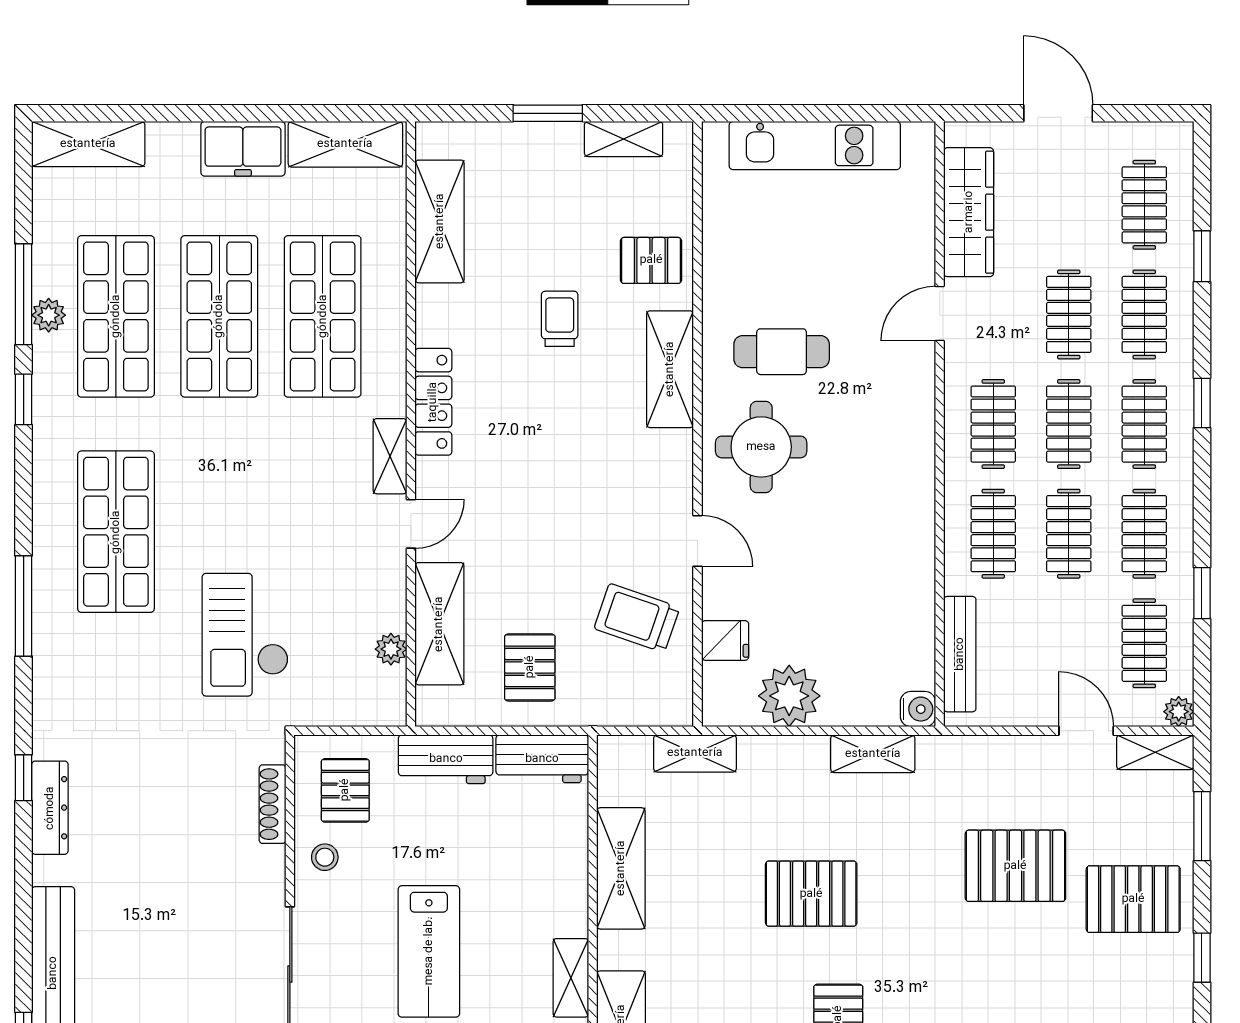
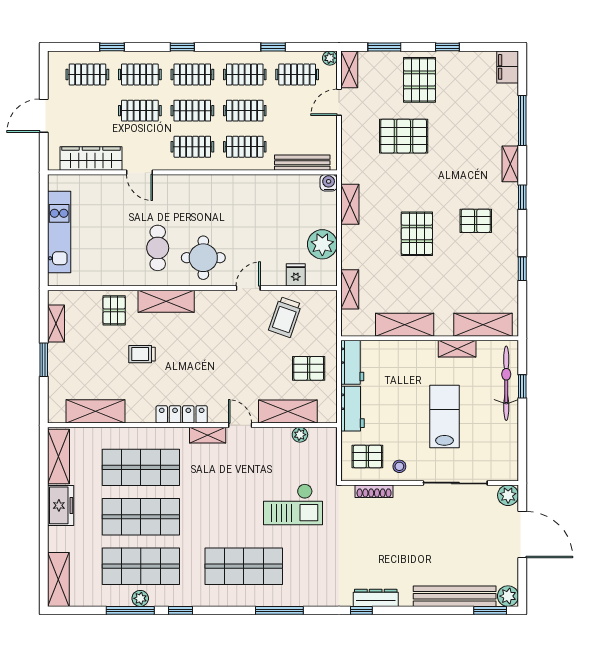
pallet: (1015, 866) -> (404, 136), turned 90
lab bench: (429, 951) -> (444, 417), turned -90

